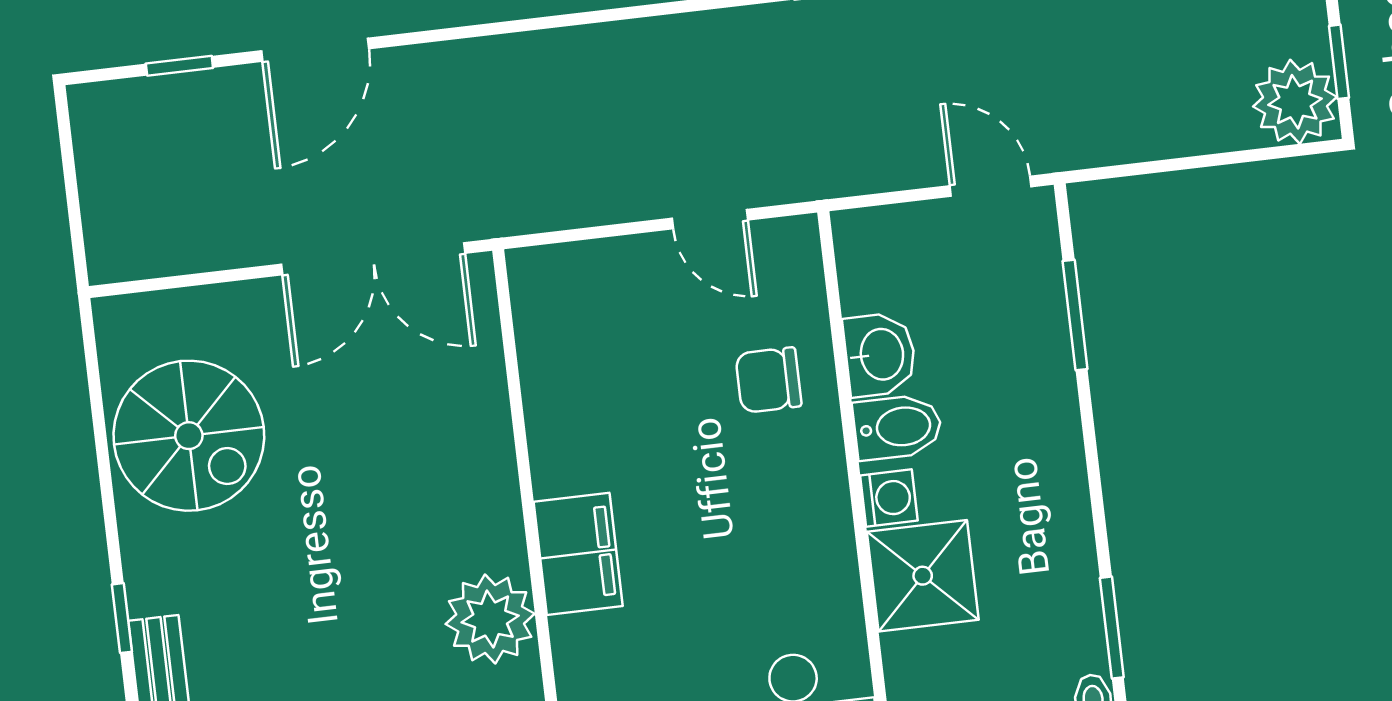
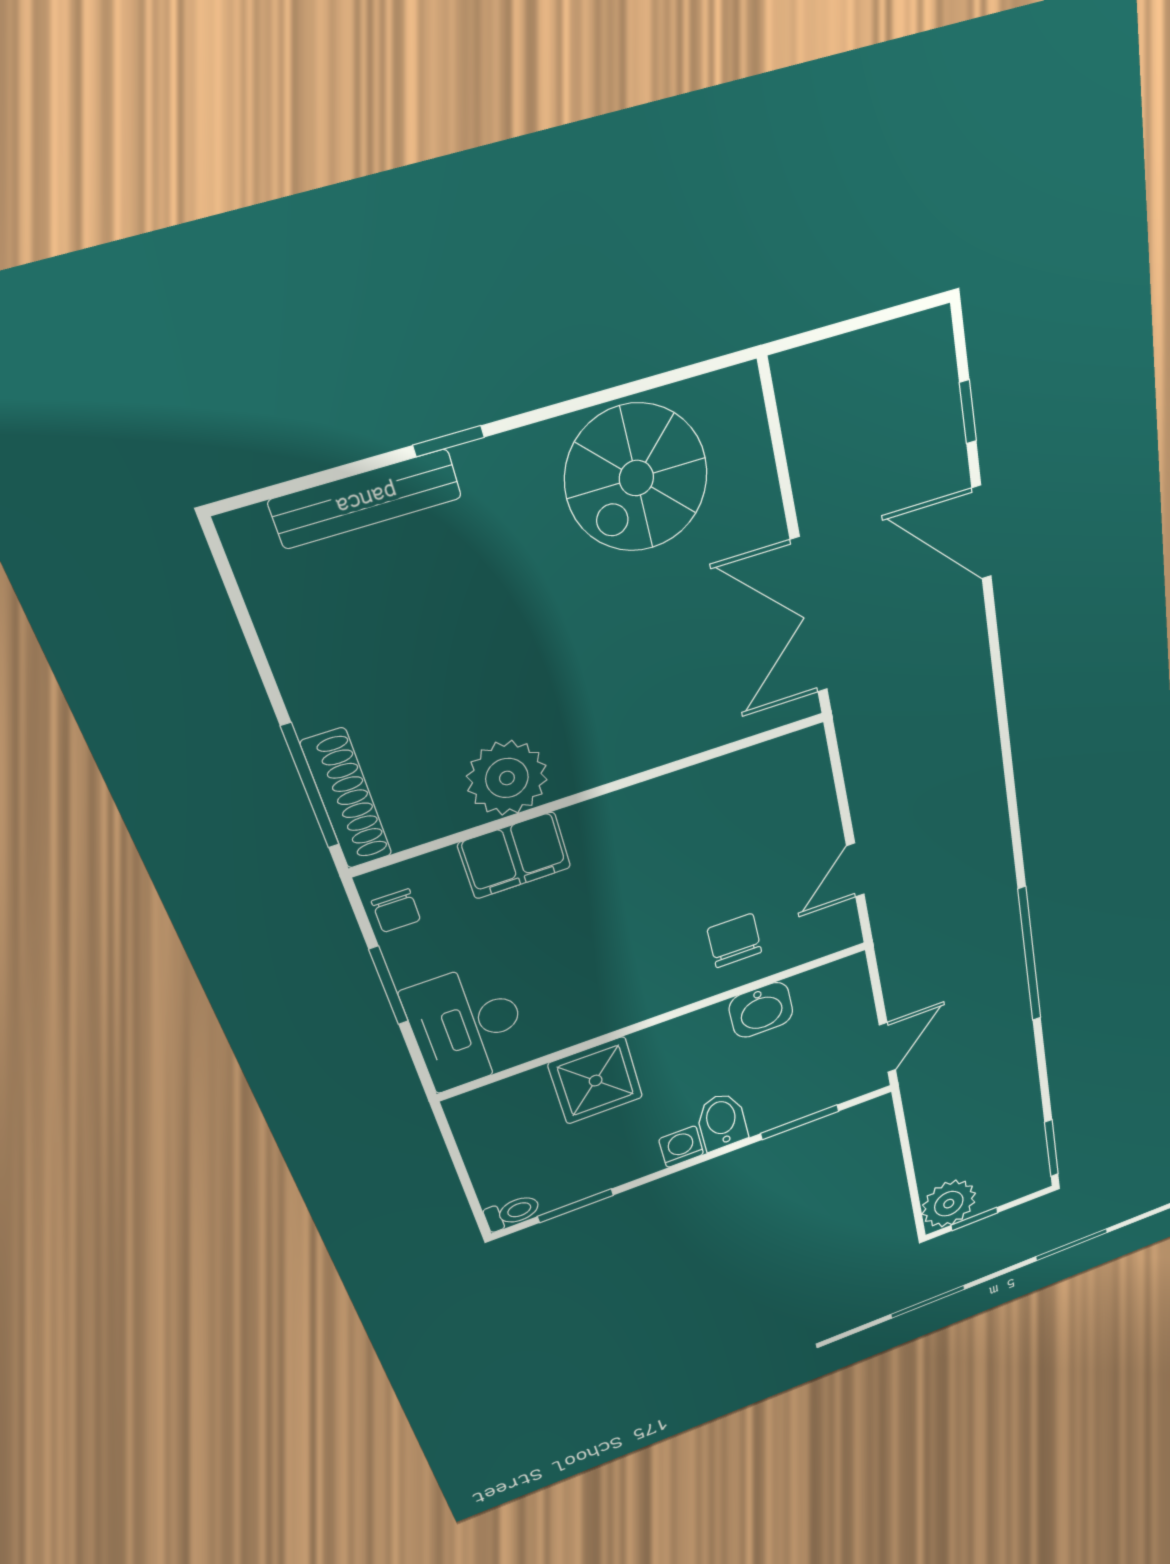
bidet: (898, 427) -> (722, 1121), moved, turned 180
washing machine: (889, 498) -> (681, 1147), moved, turned 180
filing cabinet: (578, 554) -> (515, 856), moved

